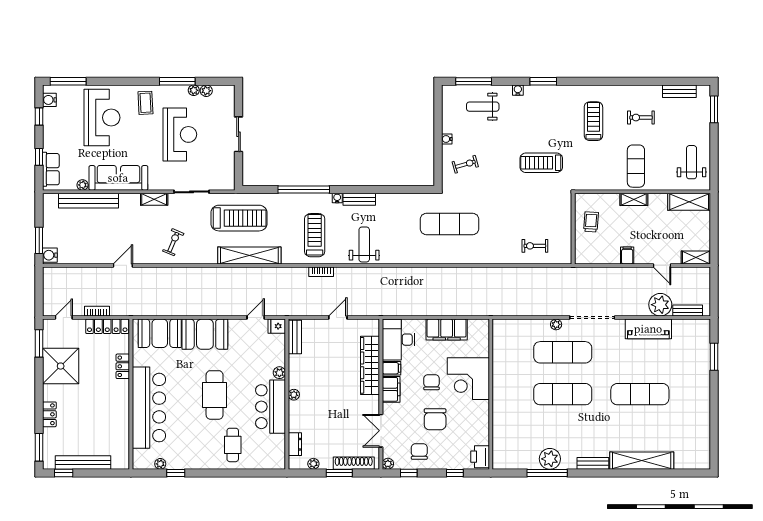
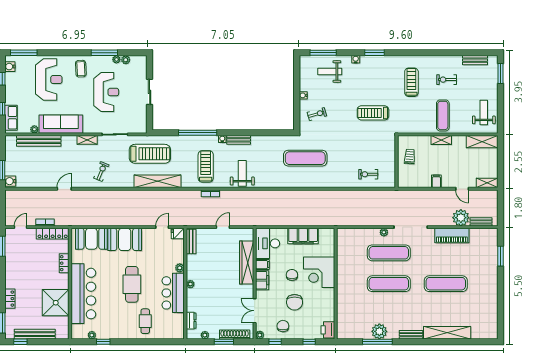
shower: (61, 366) -> (56, 303), moved

